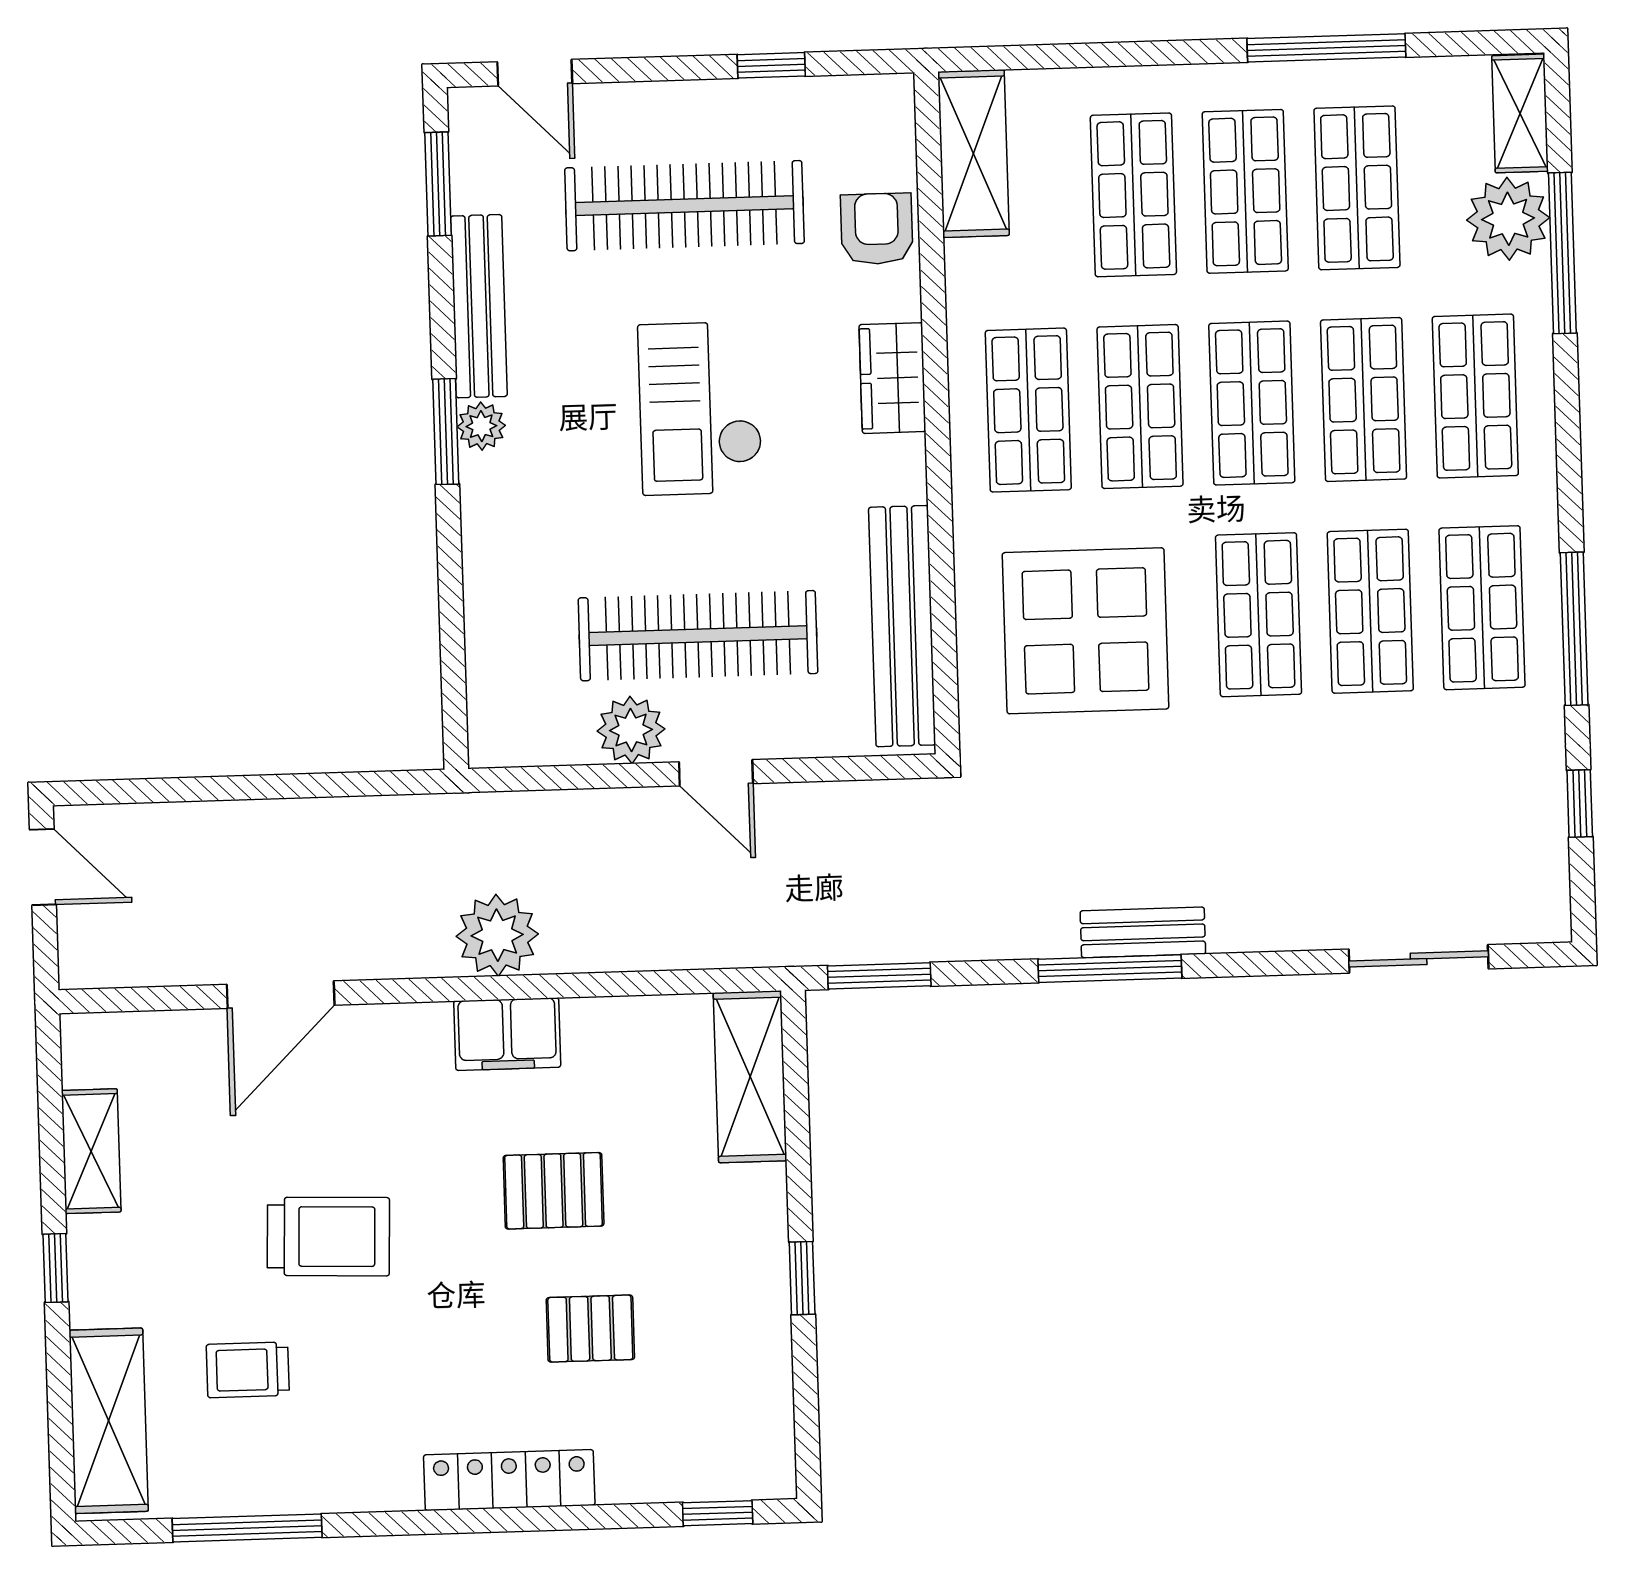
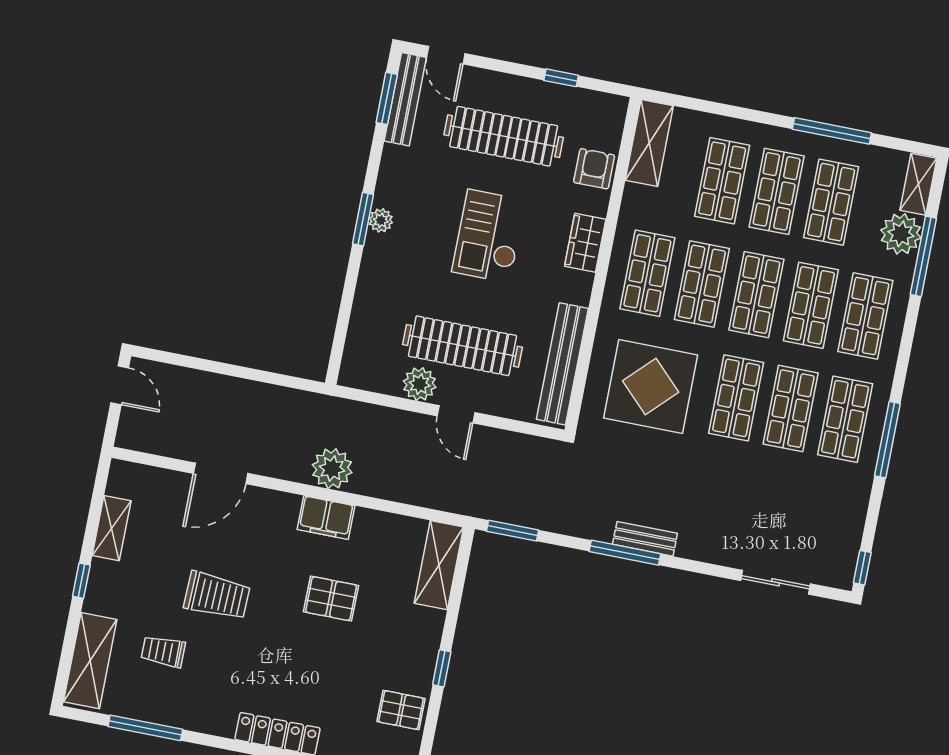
bench: (479, 306) -> (405, 99), moved
window: (1580, 803) -> (862, 568), moved
pallet: (590, 1329) -> (401, 710), moved

